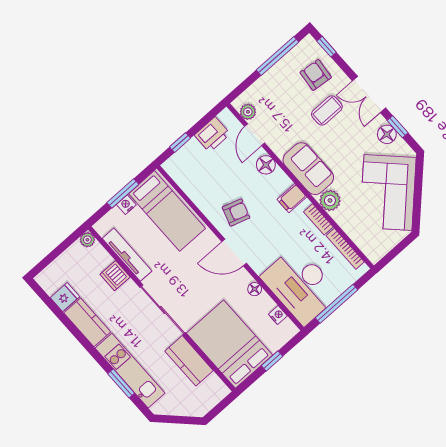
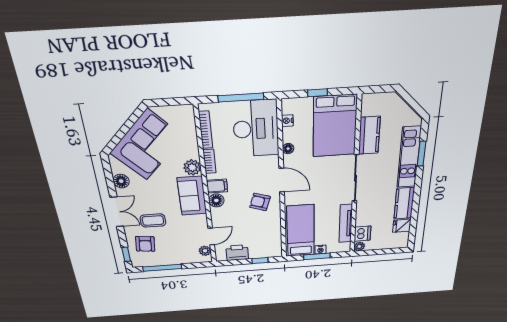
window: (397, 127) -> (110, 181), removed
floor lamp: (266, 165) -> (216, 200), moved
dishwasher: (115, 276) -> (362, 234), moved

